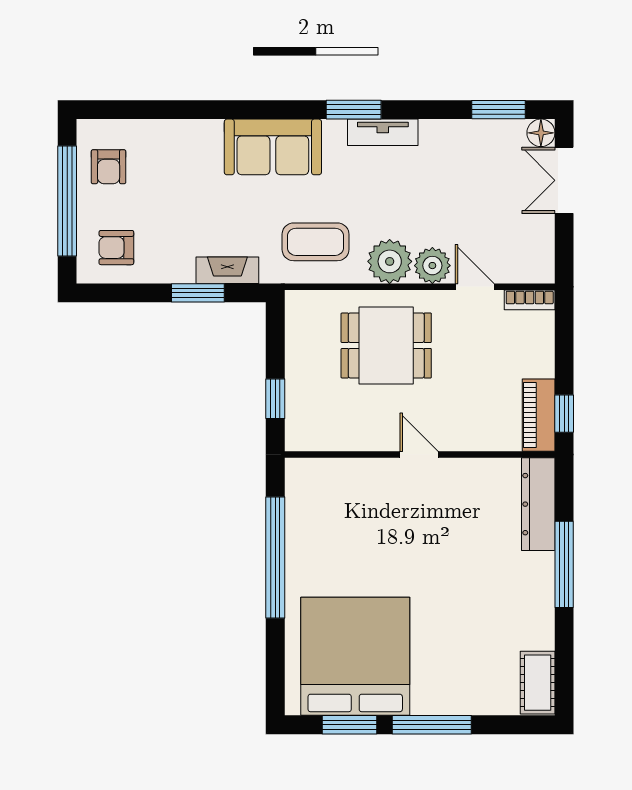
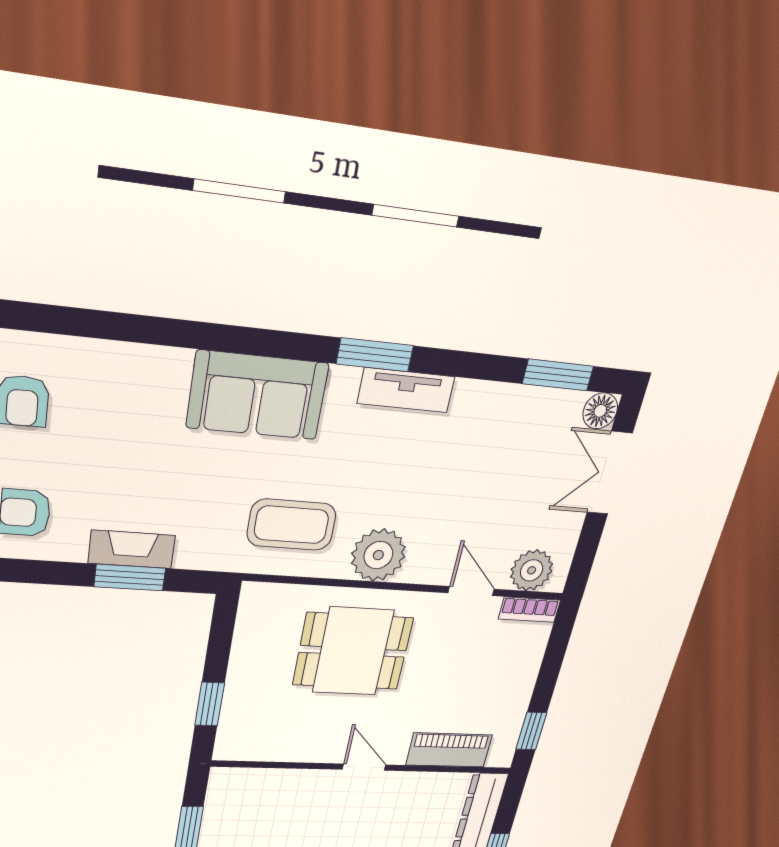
plant: (432, 266) -> (532, 570), moved
fireplace: (227, 270) -> (132, 549), moved
piano: (539, 415) -> (449, 750), moved, turned 90

